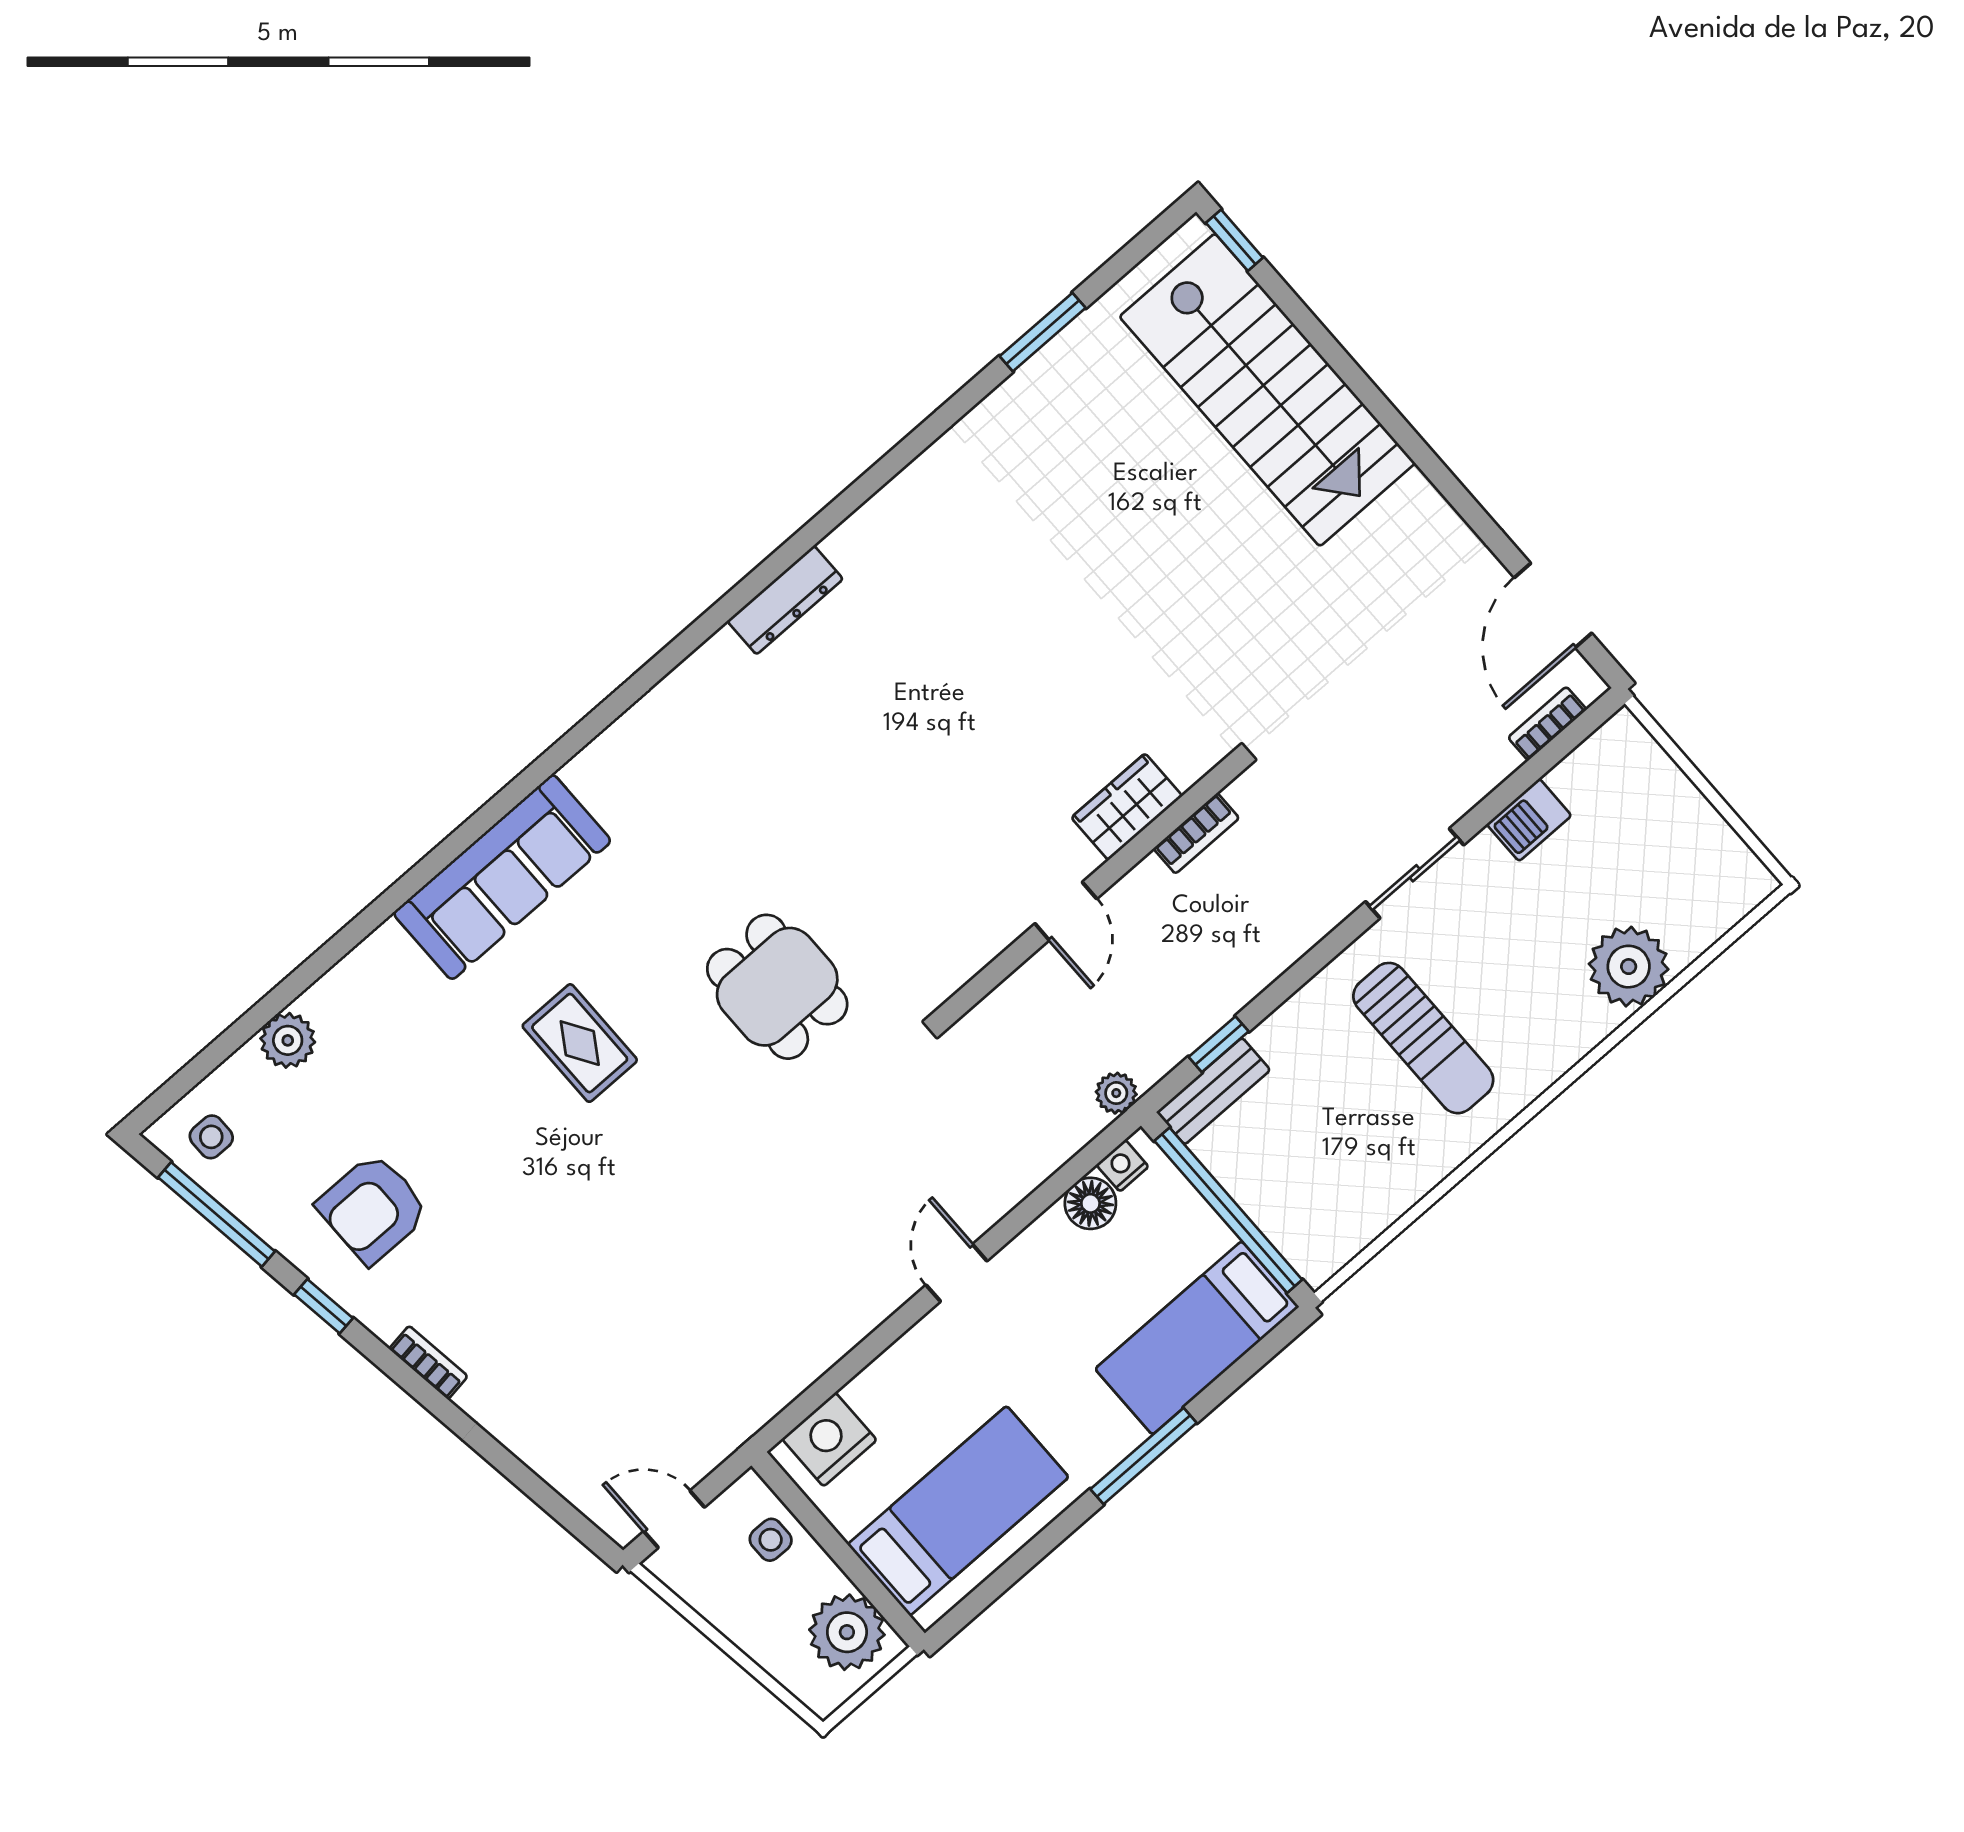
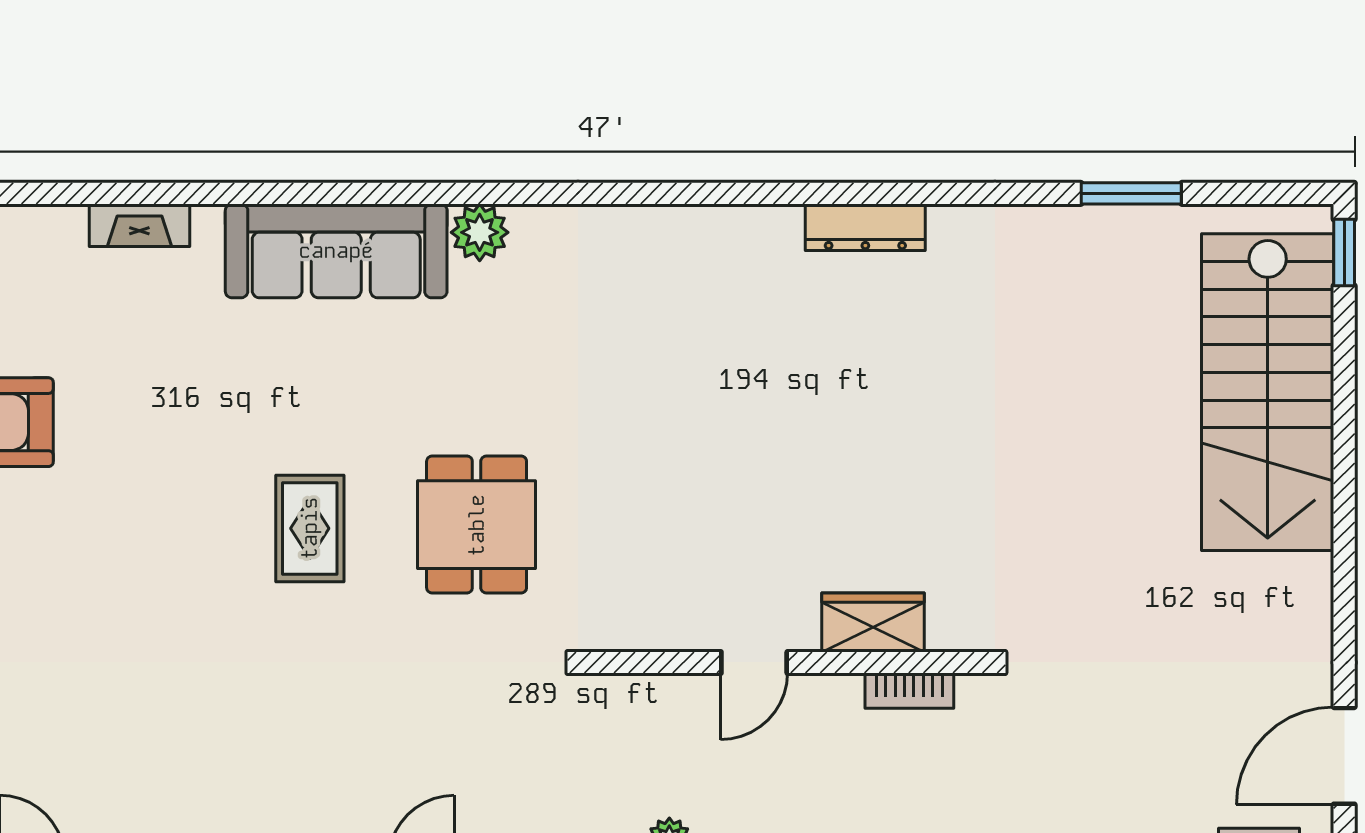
dresser: (785, 600) -> (865, 227), moved
fireplace: (343, 983) -> (139, 225), added
plant: (288, 1040) -> (480, 232), moved
rug: (580, 1043) -> (310, 528), moved

